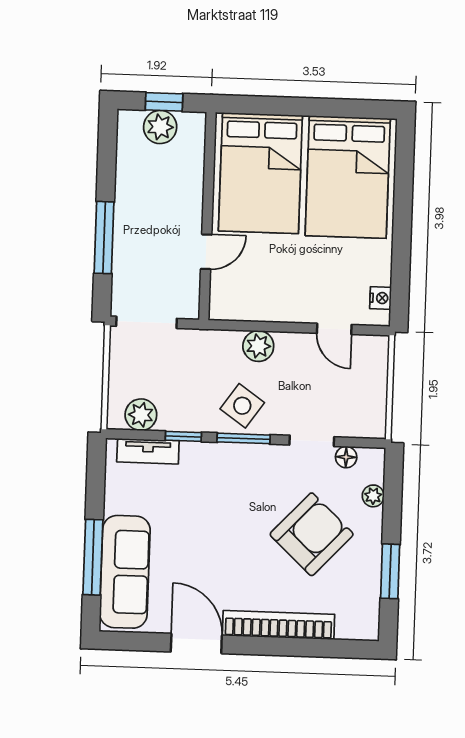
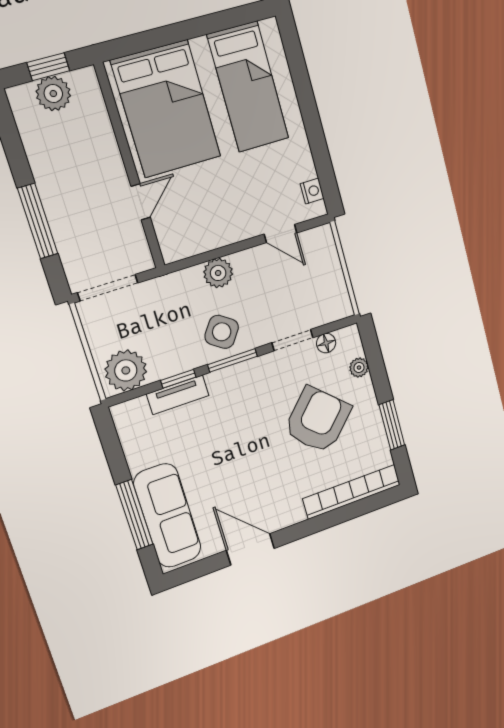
bed: (348, 177) -> (248, 87), width x0.67
plant: (141, 415) -> (126, 370), width x1.36, depth x1.36
tv unit: (148, 451) -> (178, 395), moved
bookcase: (279, 625) -> (352, 492), moved

